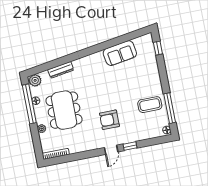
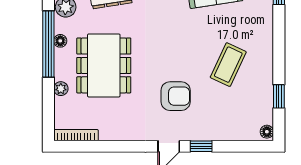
coffee table: (150, 105) -> (228, 65), moved, turned -65
window: (170, 108) -> (279, 96), width x0.46
armchair: (109, 120) -> (176, 96), turned 180

